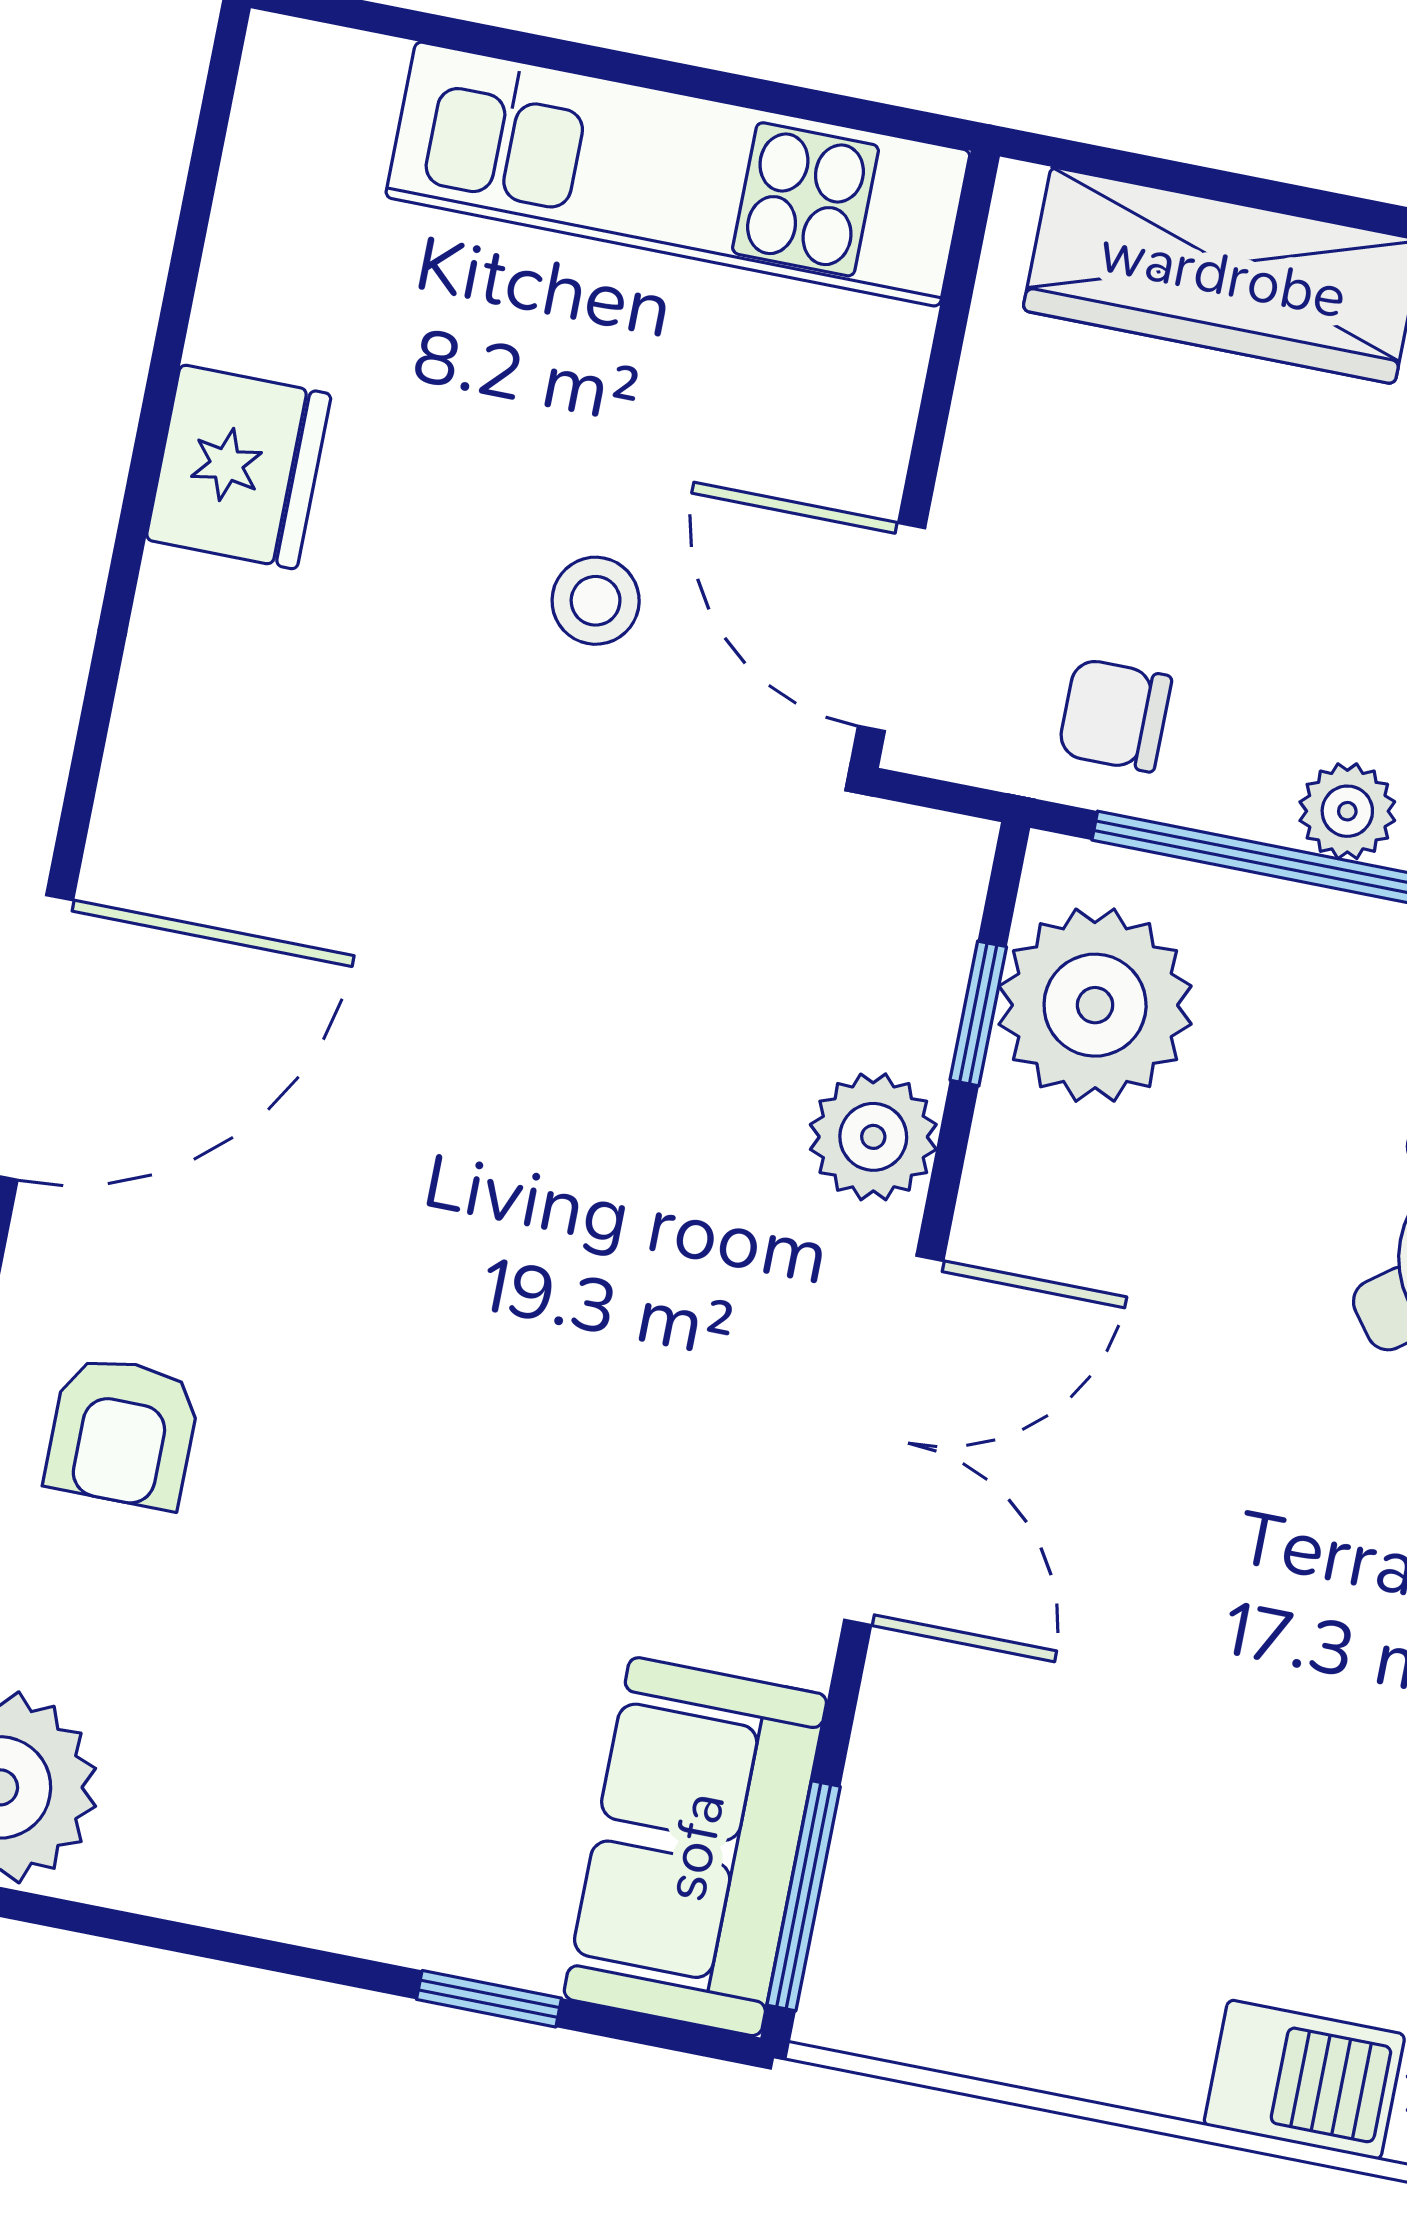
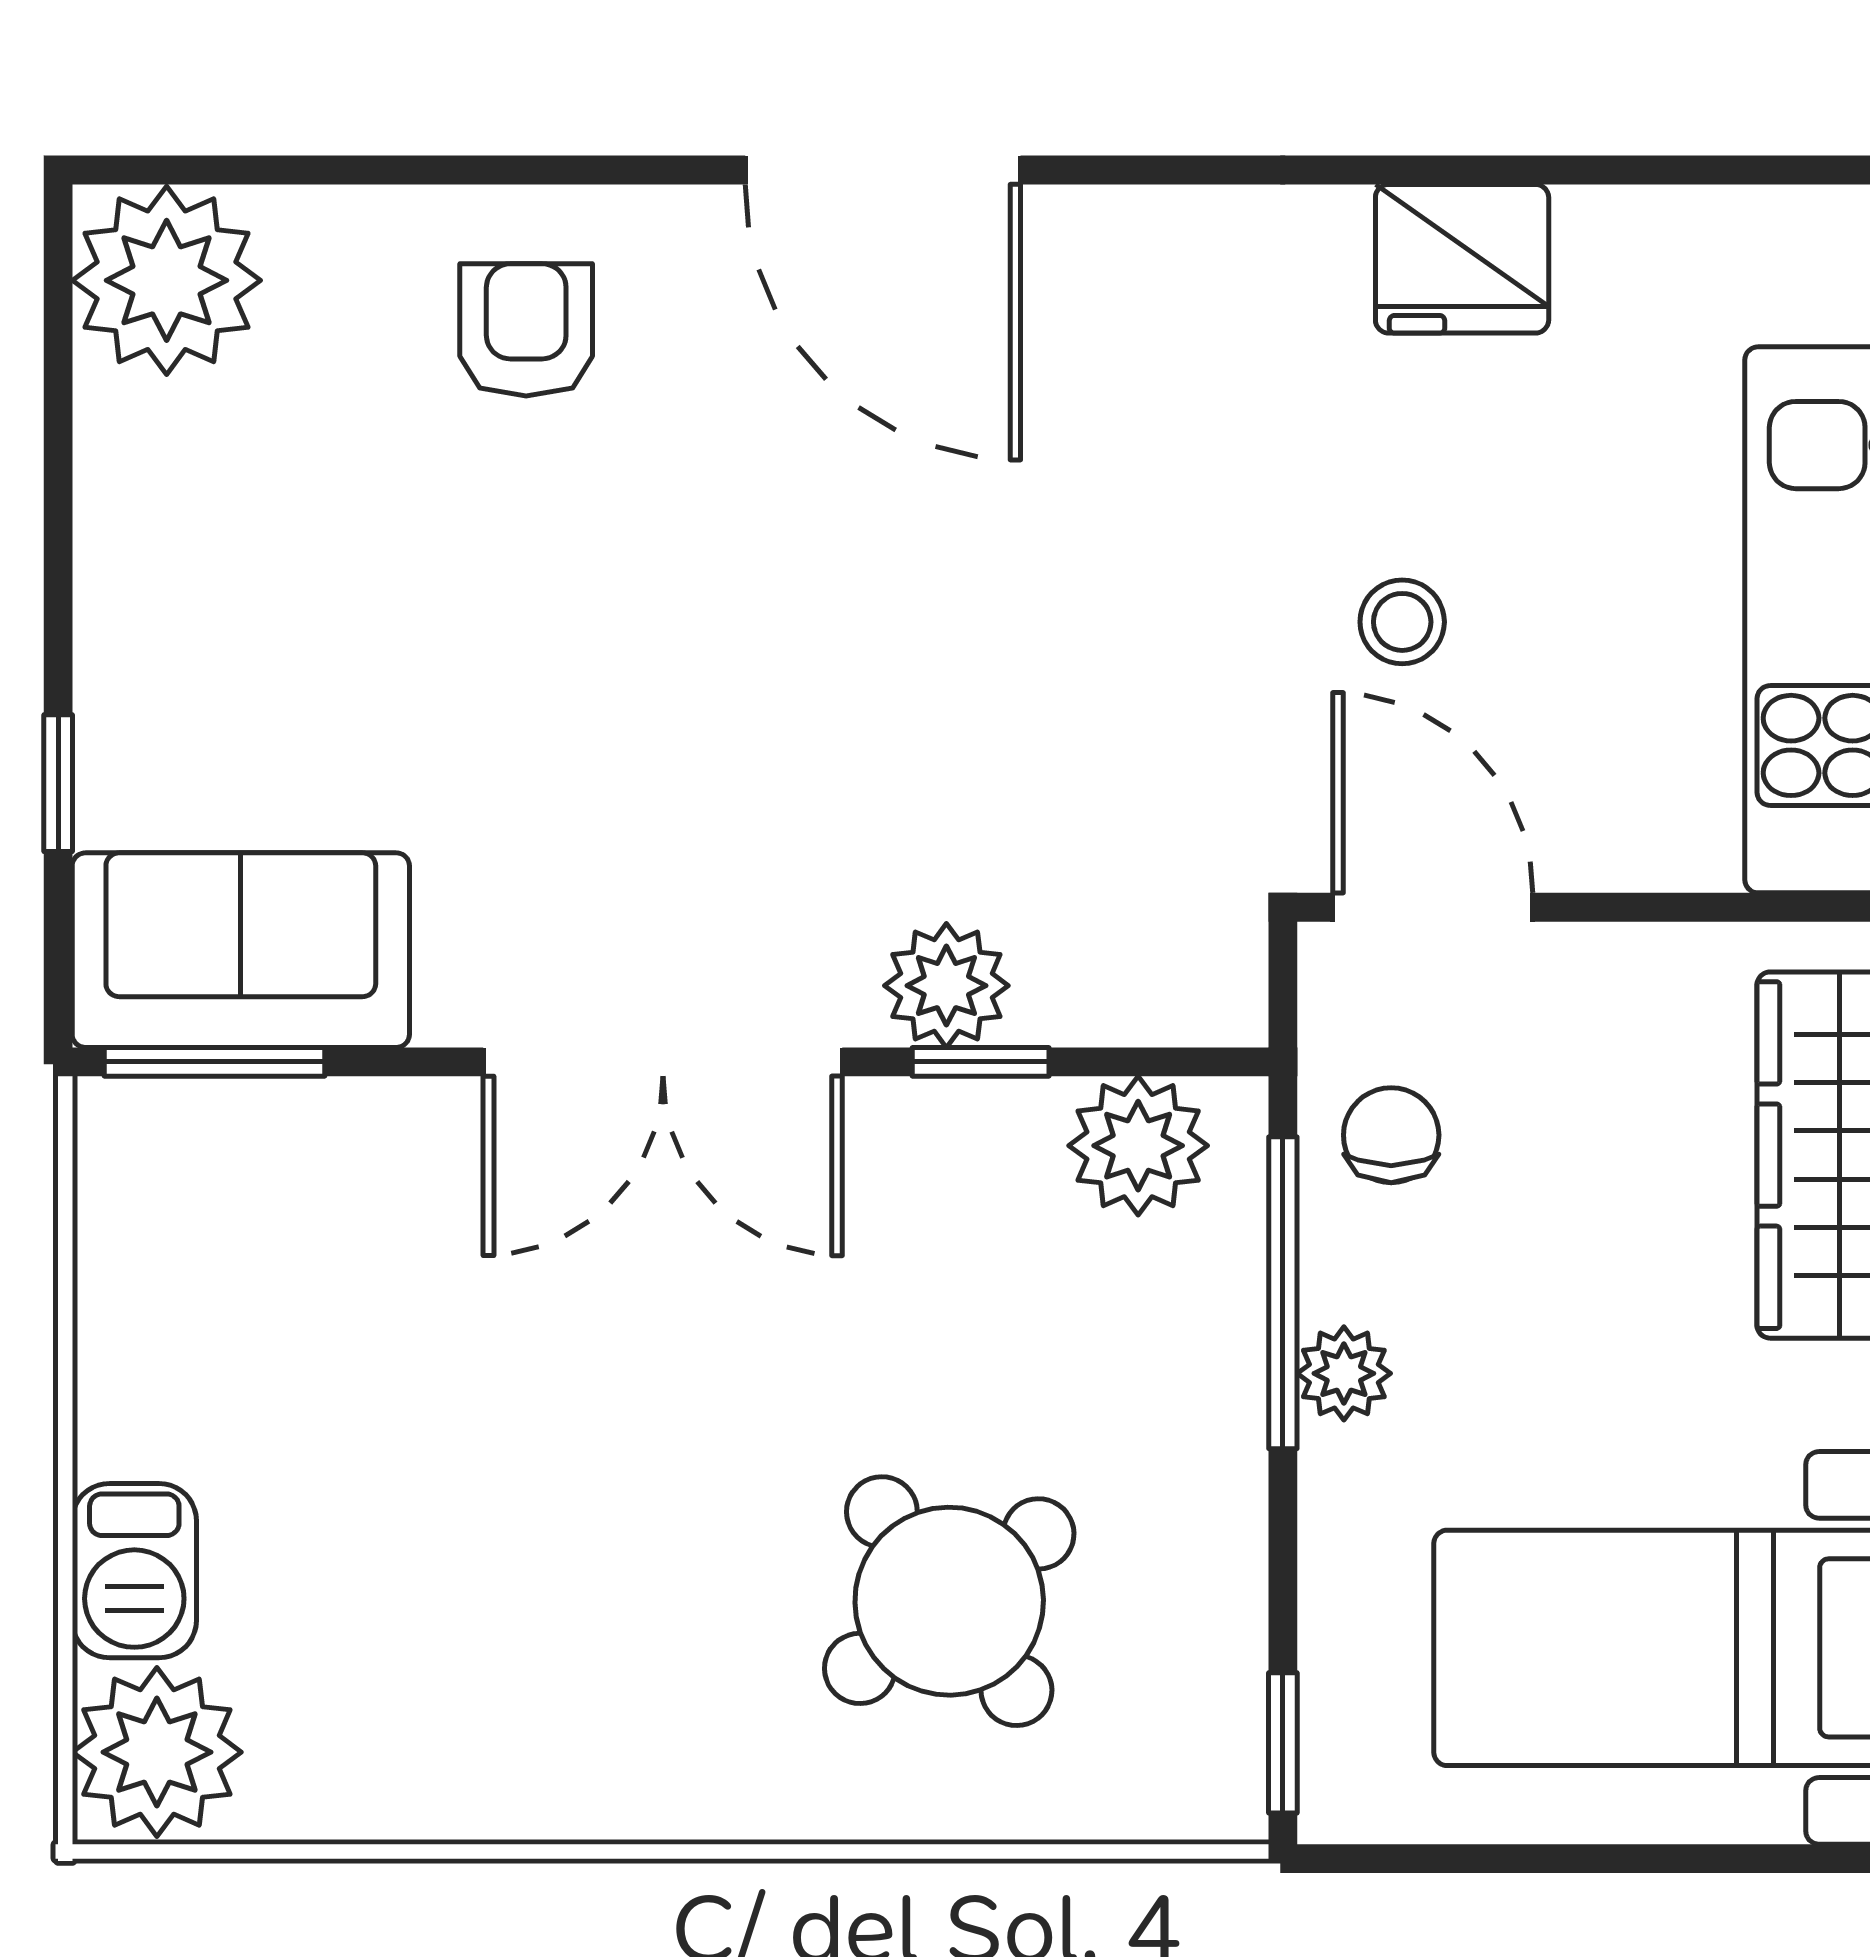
door: (892, 627) -> (1433, 907), hinge flipped
plant: (1095, 1005) -> (1138, 1146), width x0.73, depth x0.73
window: (978, 1013) -> (981, 1062), moved
armchair: (123, 1432) -> (526, 330), turned 90

